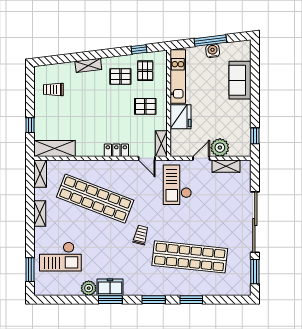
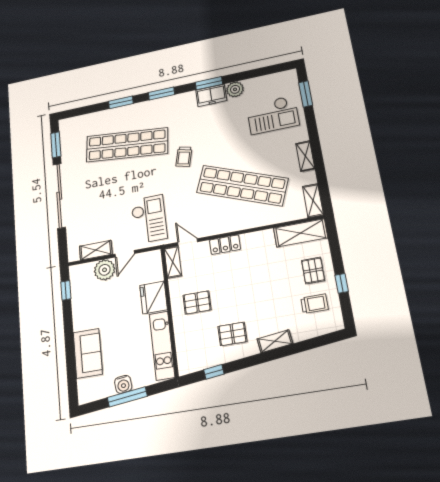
pallet: (145, 71) -> (313, 271), moved
window: (30, 125) -> (342, 283), moved
checkout: (60, 257) -> (273, 115), turned 180

